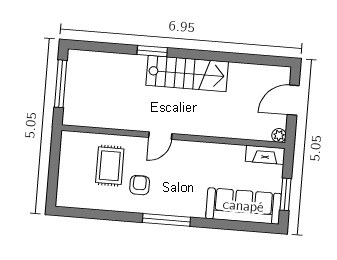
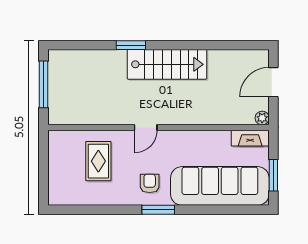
armchair: (140, 185) -> (150, 183), moved
sofa: (243, 206) -> (220, 186), width x1.36, depth x1.27
window: (166, 220) -> (158, 210), width x0.69

